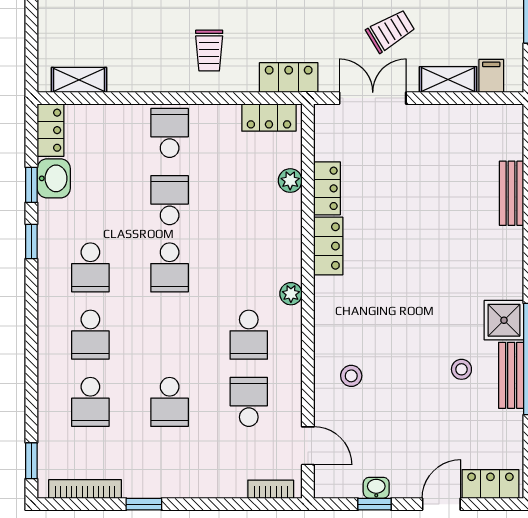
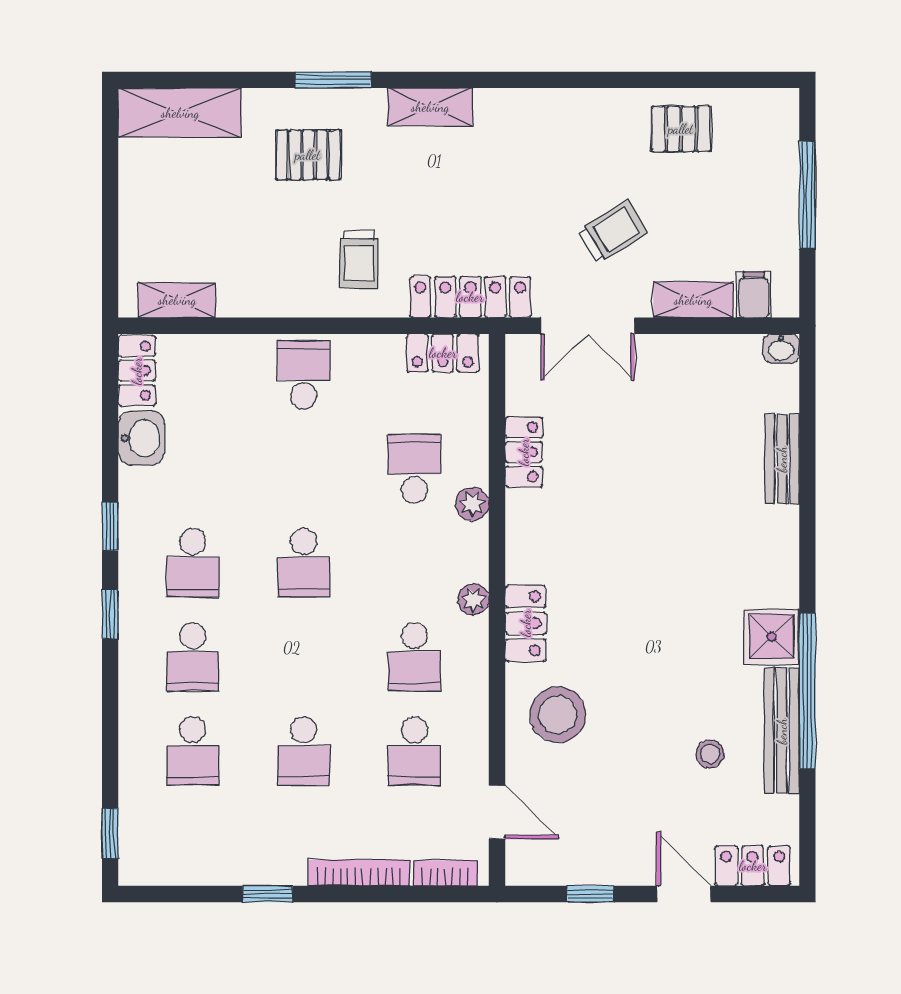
locker: (289, 78) -> (470, 297), width x1.53
double door: (373, 98) -> (588, 326), swing flipped
plant: (290, 181) -> (472, 504), moved
window: (31, 185) -> (110, 614), moved
school desk: (170, 200) -> (414, 469), moved
locker: (328, 246) -> (526, 623), moved
stool: (461, 369) -> (710, 754), moved
bench: (511, 375) -> (782, 731), width x1.36
stool: (351, 376) -> (558, 715), width x1.89, depth x1.89
school desk: (249, 402) -> (414, 751), turned 180
washbasin: (376, 488) -> (781, 348), moved, turned 180
bookcase: (85, 489) -> (359, 873), moved
door: (441, 504) -> (684, 894), hinge flipped

